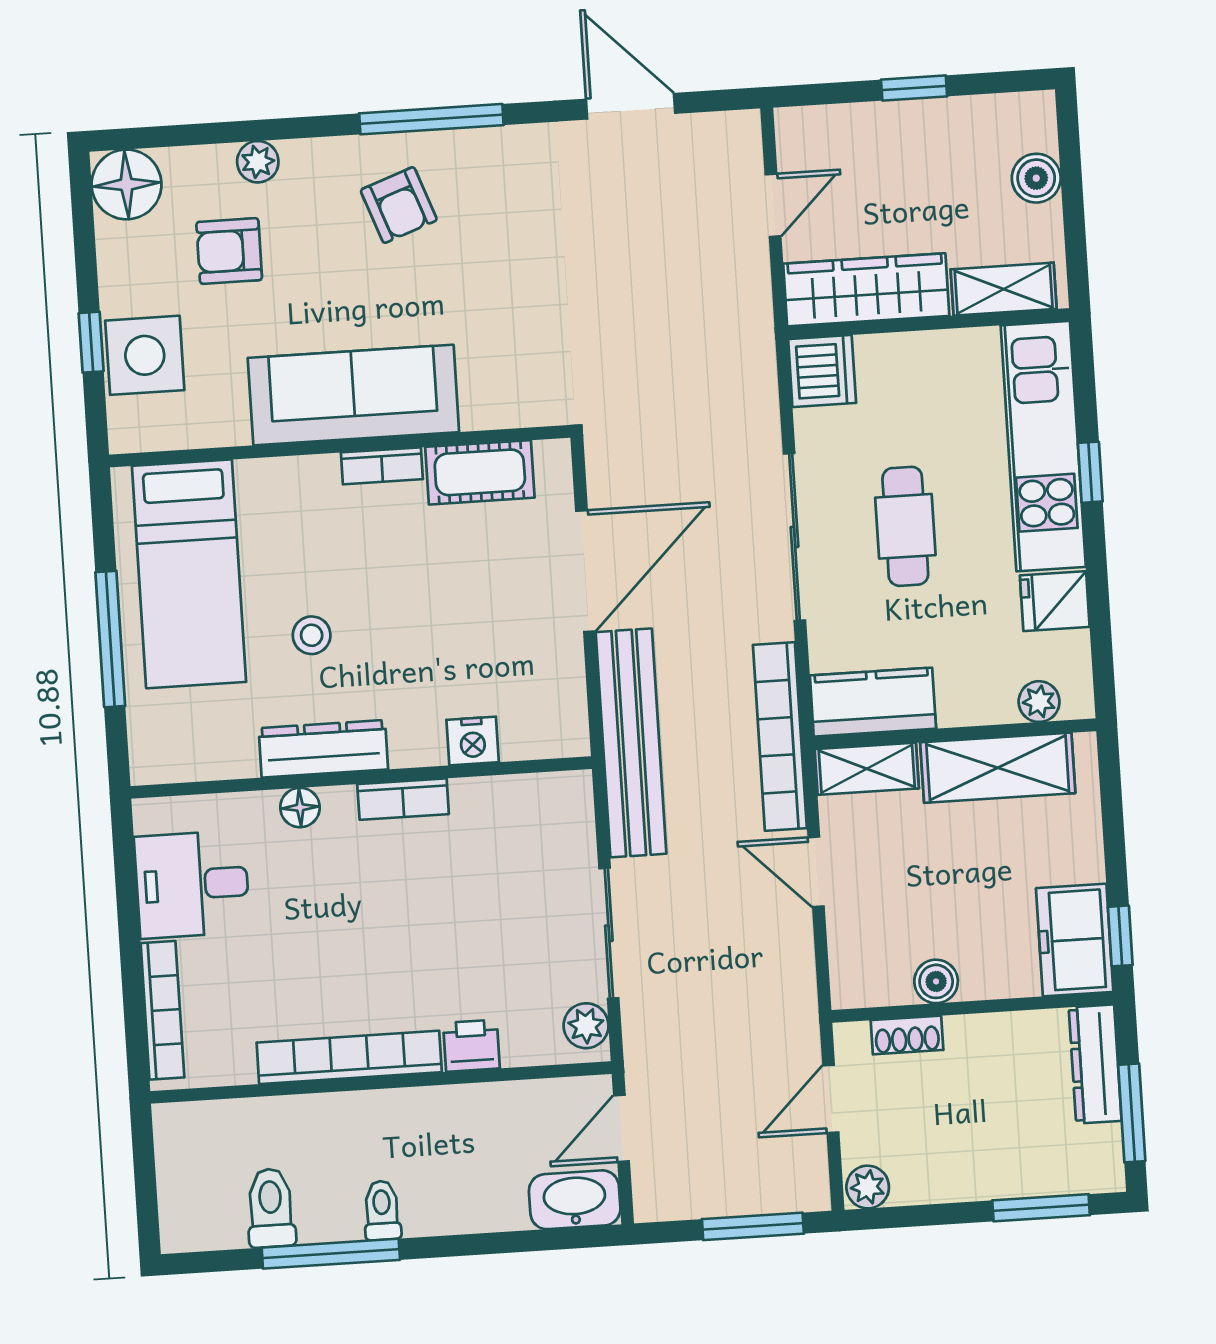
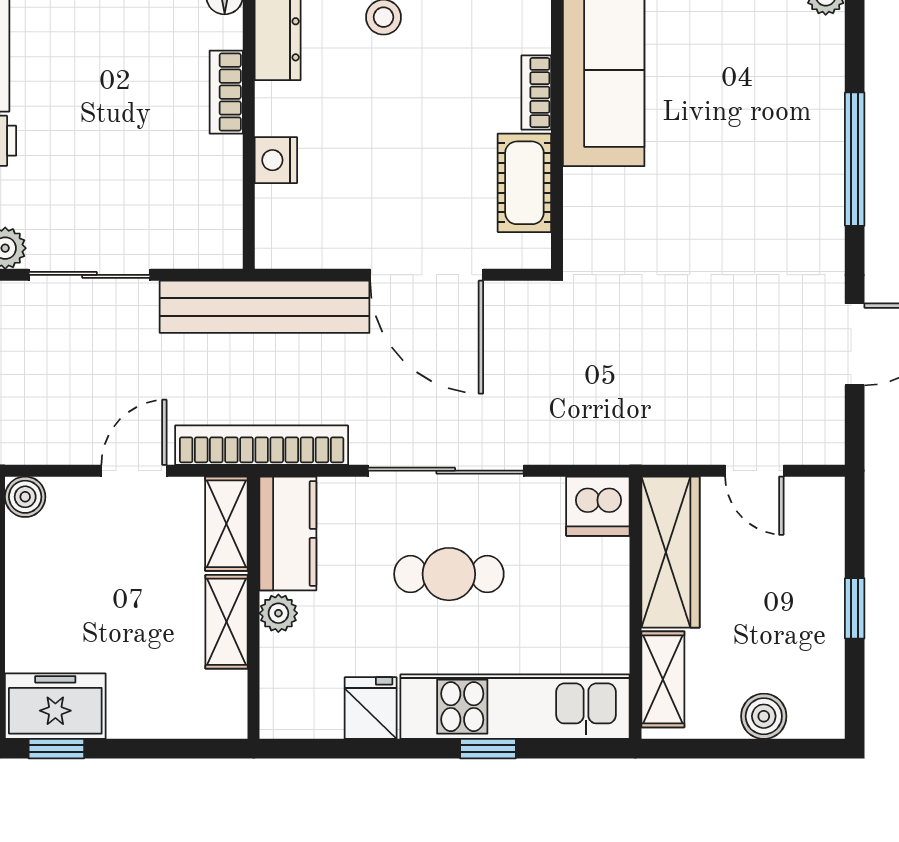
armchair: (399, 205) -> (777, 124), removed
plant: (1039, 702) -> (278, 613), moved
shelving: (998, 768) -> (227, 622), width x0.67, depth x0.75
boiler: (936, 981) -> (25, 497), moved

